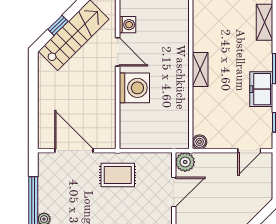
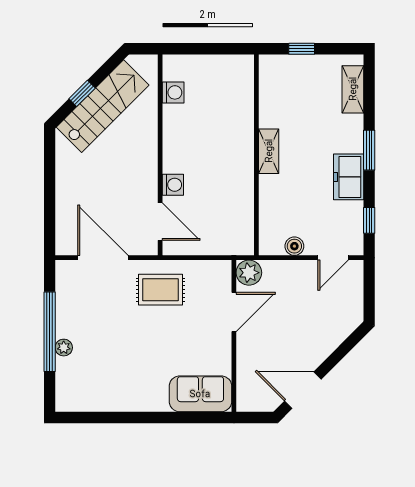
door: (118, 52) -> (160, 222), moved
washing machine: (134, 88) -> (173, 185), width x0.53, depth x0.53
boiler: (200, 142) -> (294, 246), moved

